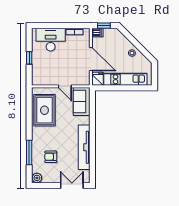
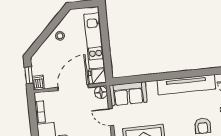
floor lamp: (85, 80) -> (101, 92), added
door: (65, 86) -> (111, 117), swing flipped

